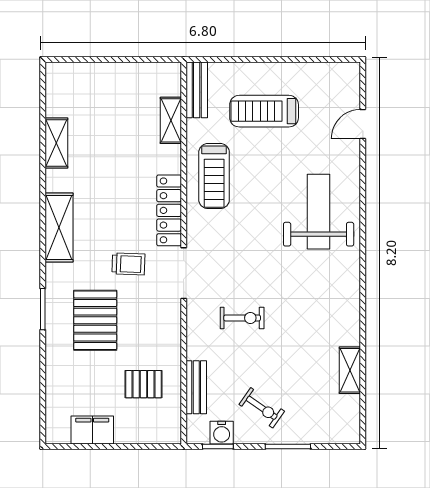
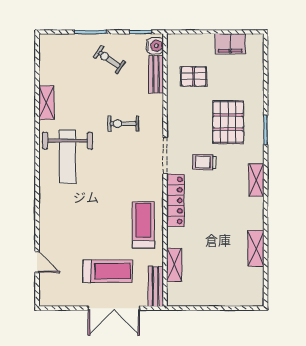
double door: (255, 59) -> (114, 308), added
door: (363, 124) -> (37, 262), hinge flipped
weight bench: (319, 212) -> (68, 157), moved
shelving: (59, 228) -> (256, 180), width x0.67, depth x0.75
shelving: (350, 370) -> (46, 103), moved
water cooler: (222, 433) -> (155, 46), moved, turned 90

